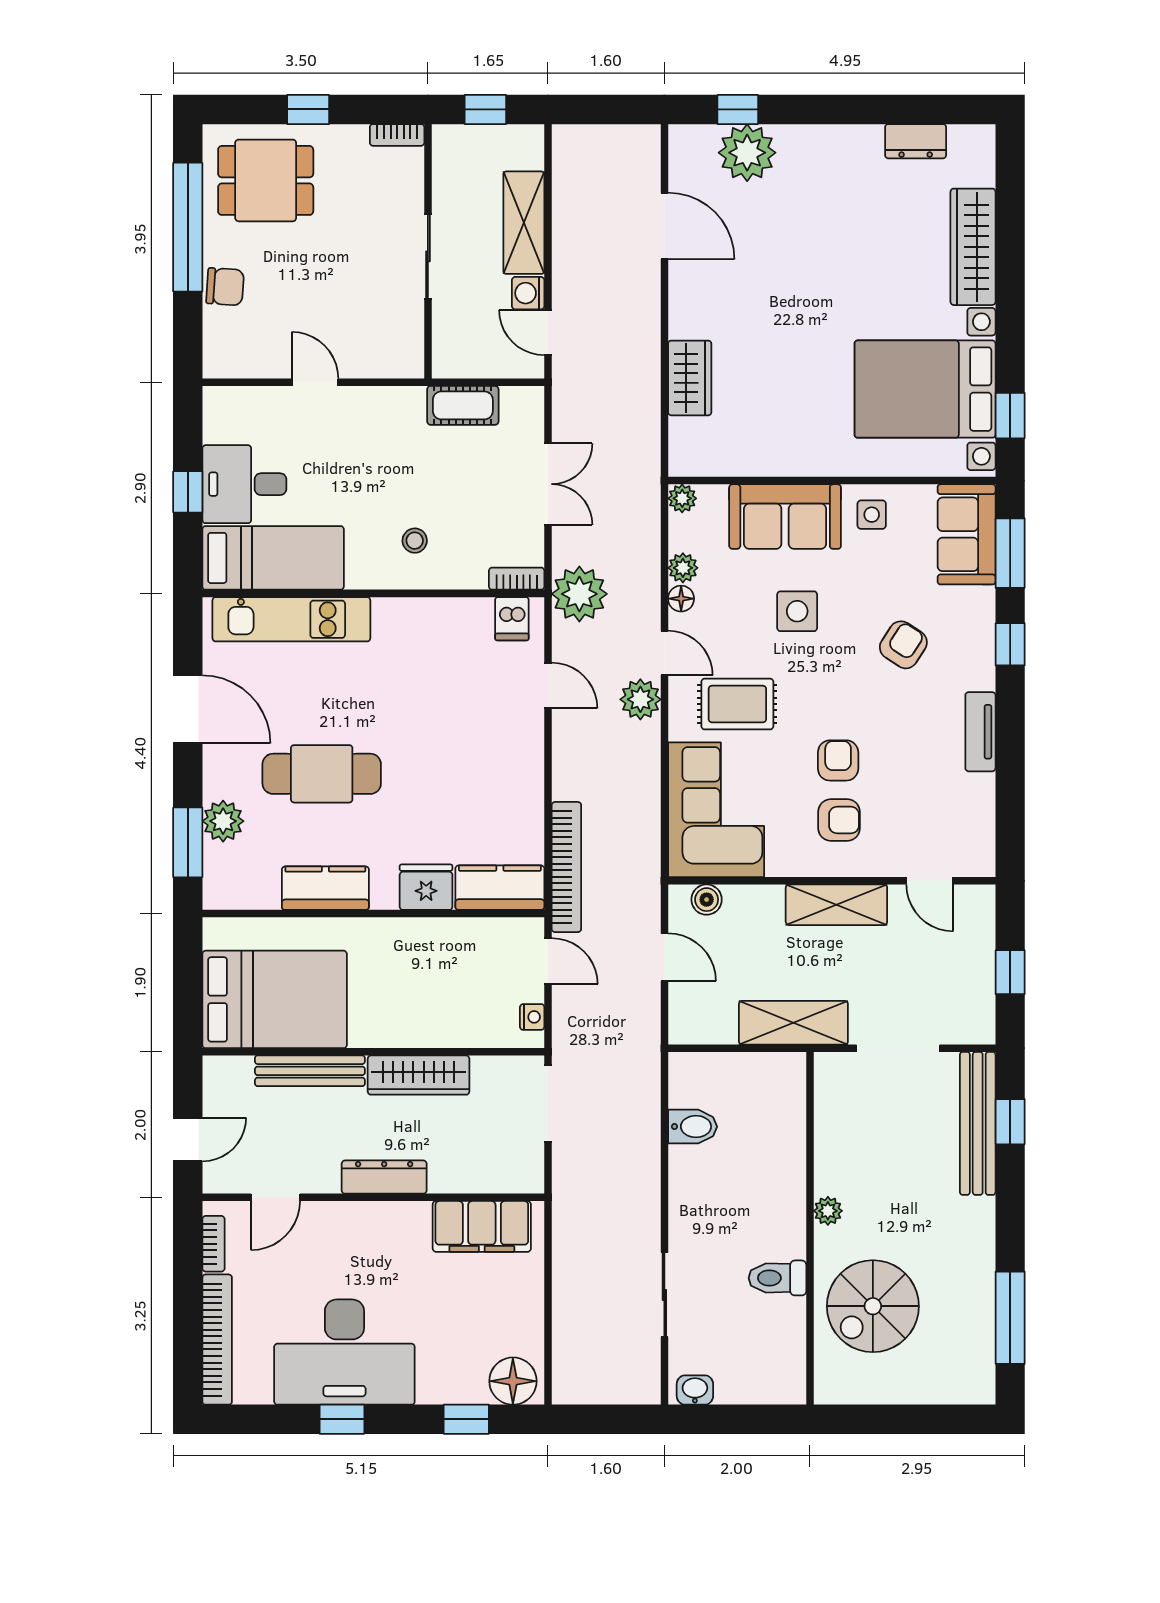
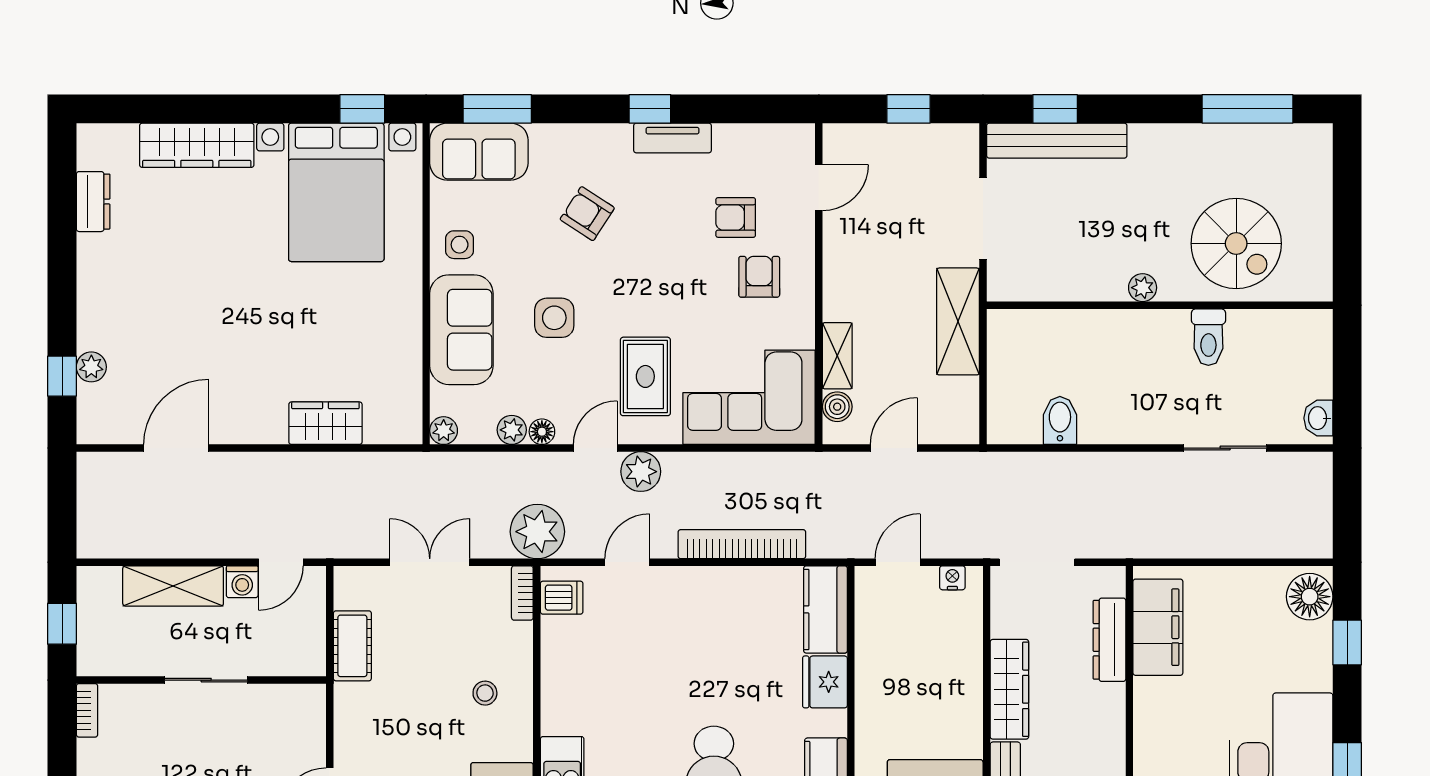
plant: (747, 153) -> (91, 367), width x0.53, depth x0.53
window: (1010, 644) -> (650, 109), moved
armchair: (838, 760) -> (736, 217), moved
bookcase: (566, 867) -> (742, 544), moved
shelving: (836, 905) -> (837, 356), moved, width x0.67, depth x0.75
dresser: (384, 1177) -> (1109, 640), moved

